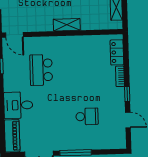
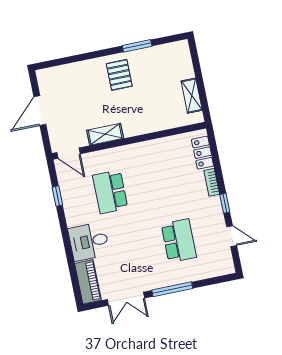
shelving: (67, 25) -> (105, 134), moved
school desk: (87, 116) -> (179, 241), width x1.85

